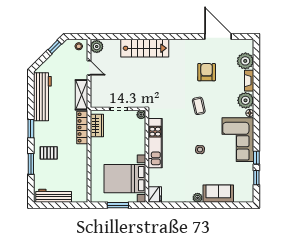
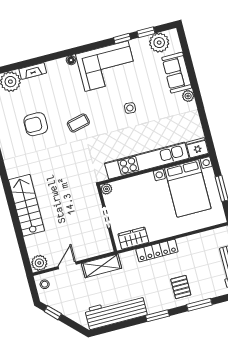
plant: (246, 100) -> (159, 43), moved
locker: (82, 127) -> (157, 251), moved
kitchen unit: (155, 143) -> (147, 161), width x1.36

